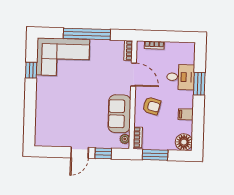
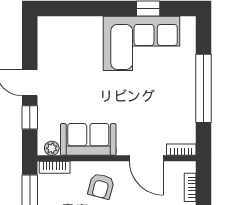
corner sofa: (63, 57) -> (142, 43), moved, turned -90
door: (134, 74) -> (146, 158), hinge flipped

